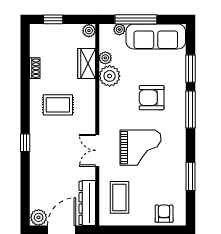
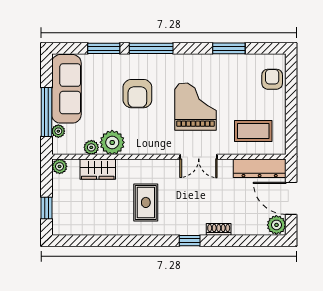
shoe rack: (35, 68) -> (219, 229), moved
armchair: (164, 214) -> (272, 79), turned 90

